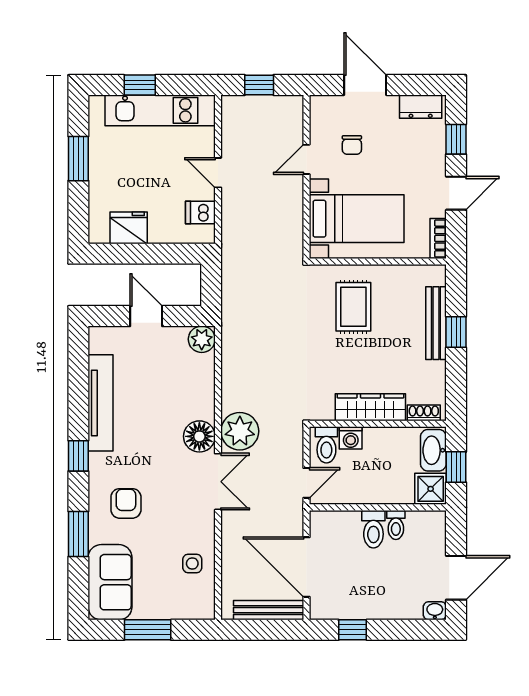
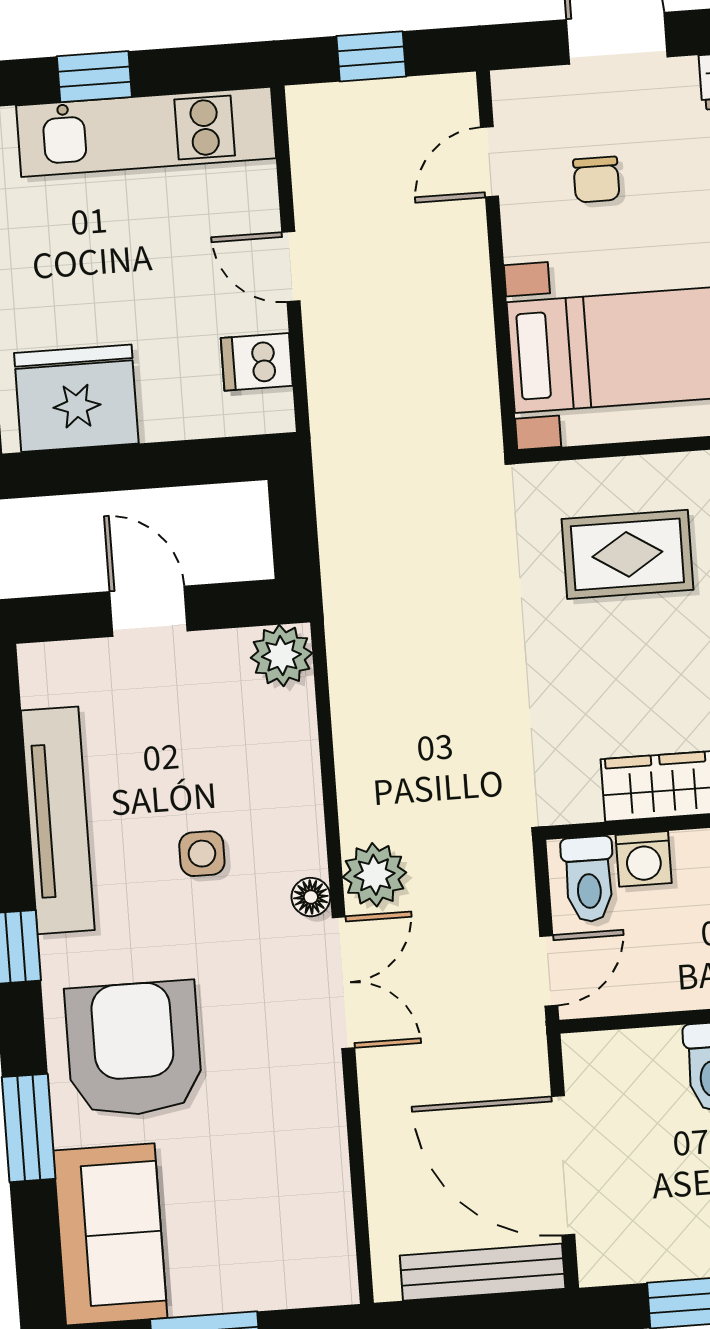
door: (307, 159) -> (489, 162), moved
fridge: (129, 228) -> (76, 398), width x1.36, depth x1.34
rug: (353, 307) -> (627, 554), turned 90
plant: (240, 431) -> (375, 875), width x0.73, depth x0.73
floor lamp: (199, 436) -> (311, 897), width x0.53, depth x0.53
armchair: (126, 503) -> (134, 1049), width x1.88, depth x1.88
side table: (192, 563) -> (202, 854), moved

